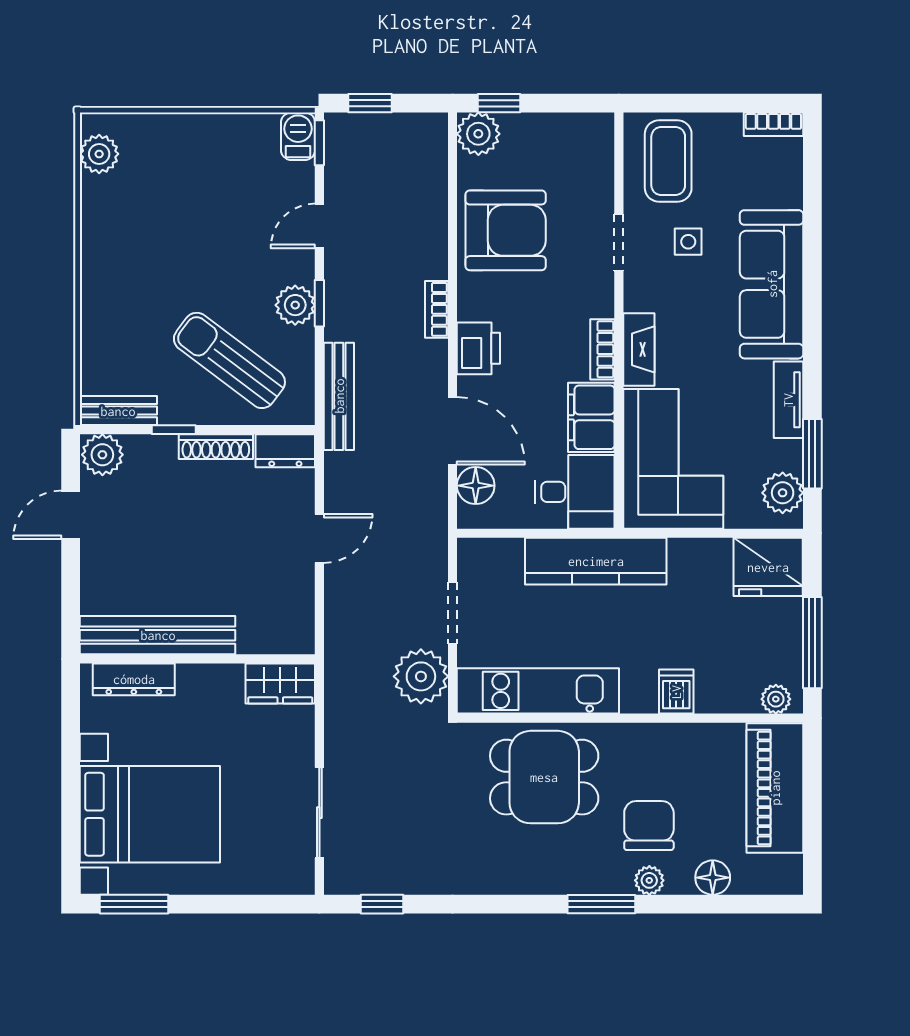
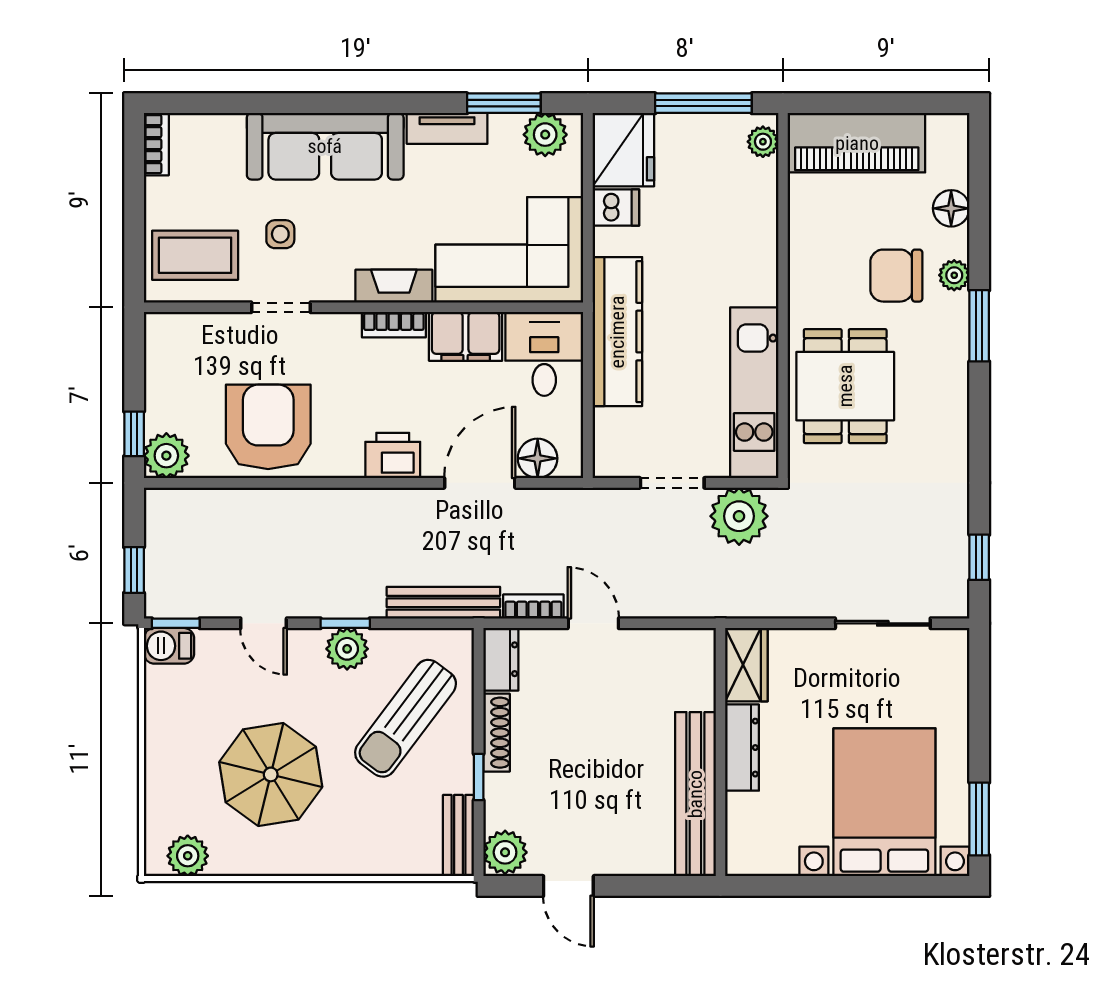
parasol: (176, 233) -> (271, 774), added
bookcase: (437, 309) -> (533, 607), moved, turned 180
dresser: (134, 679) -> (742, 748), moved
dishwasher: (676, 692) -> (616, 208), moved, turned 180

